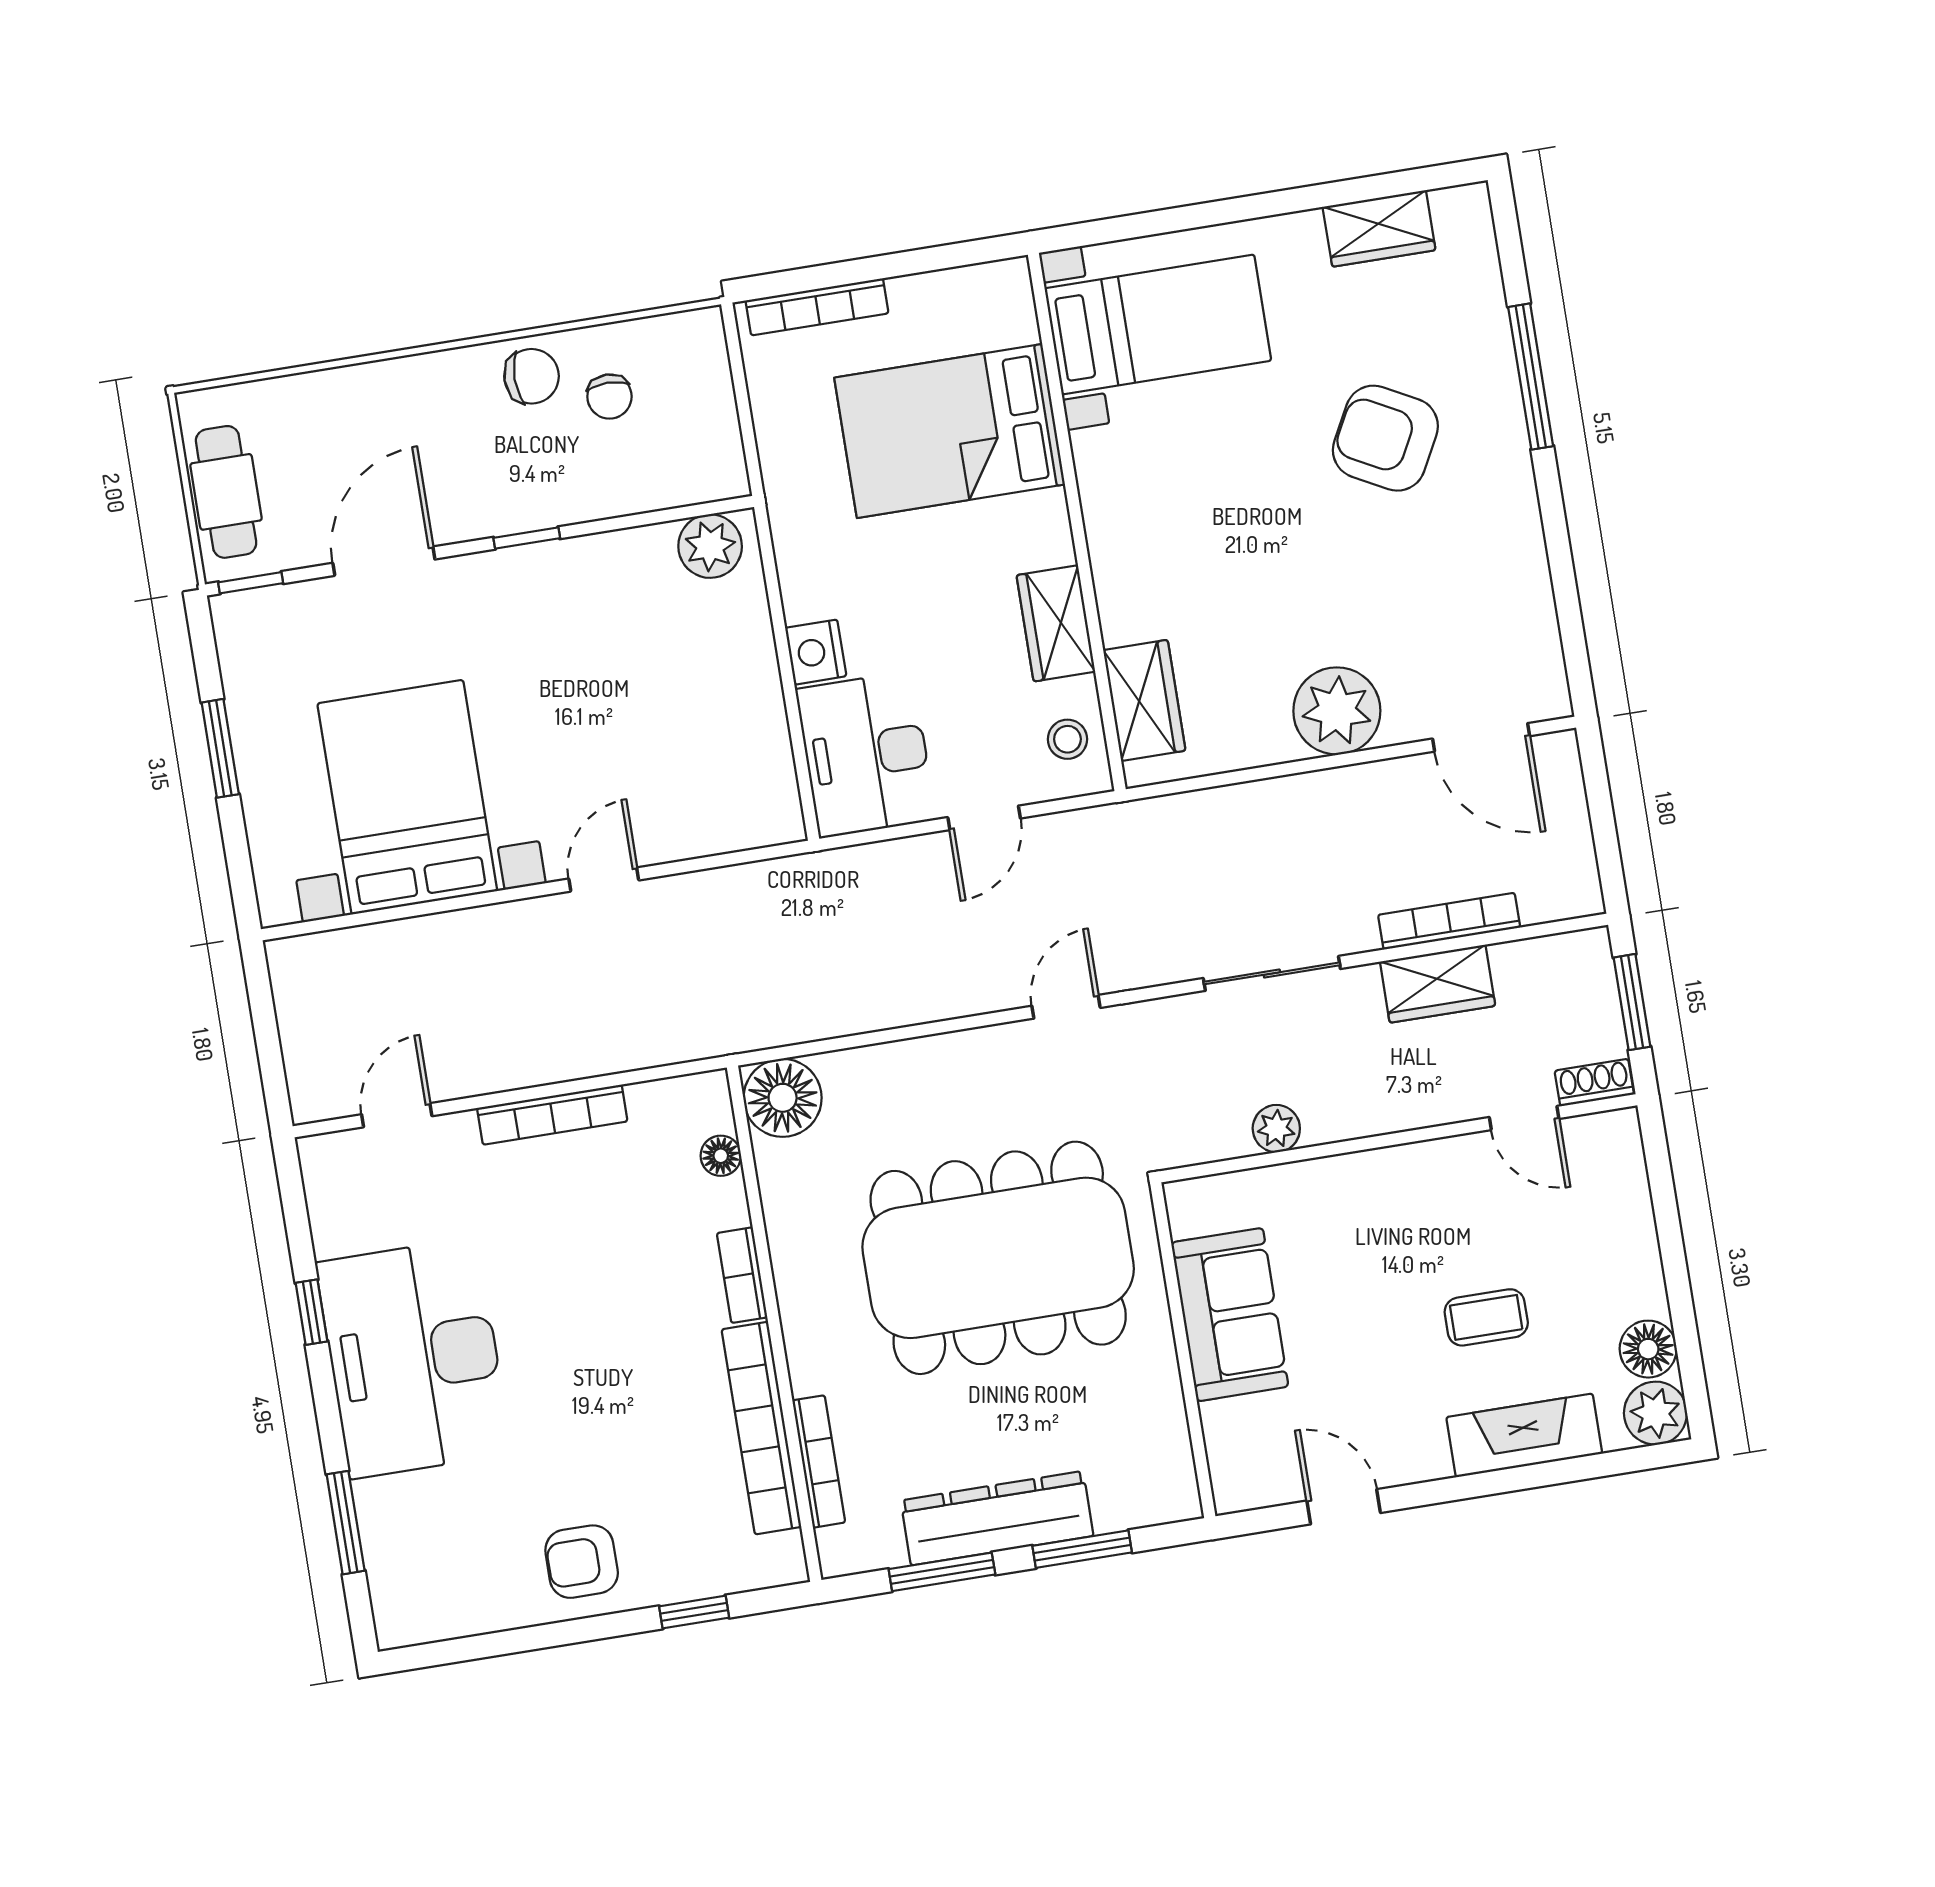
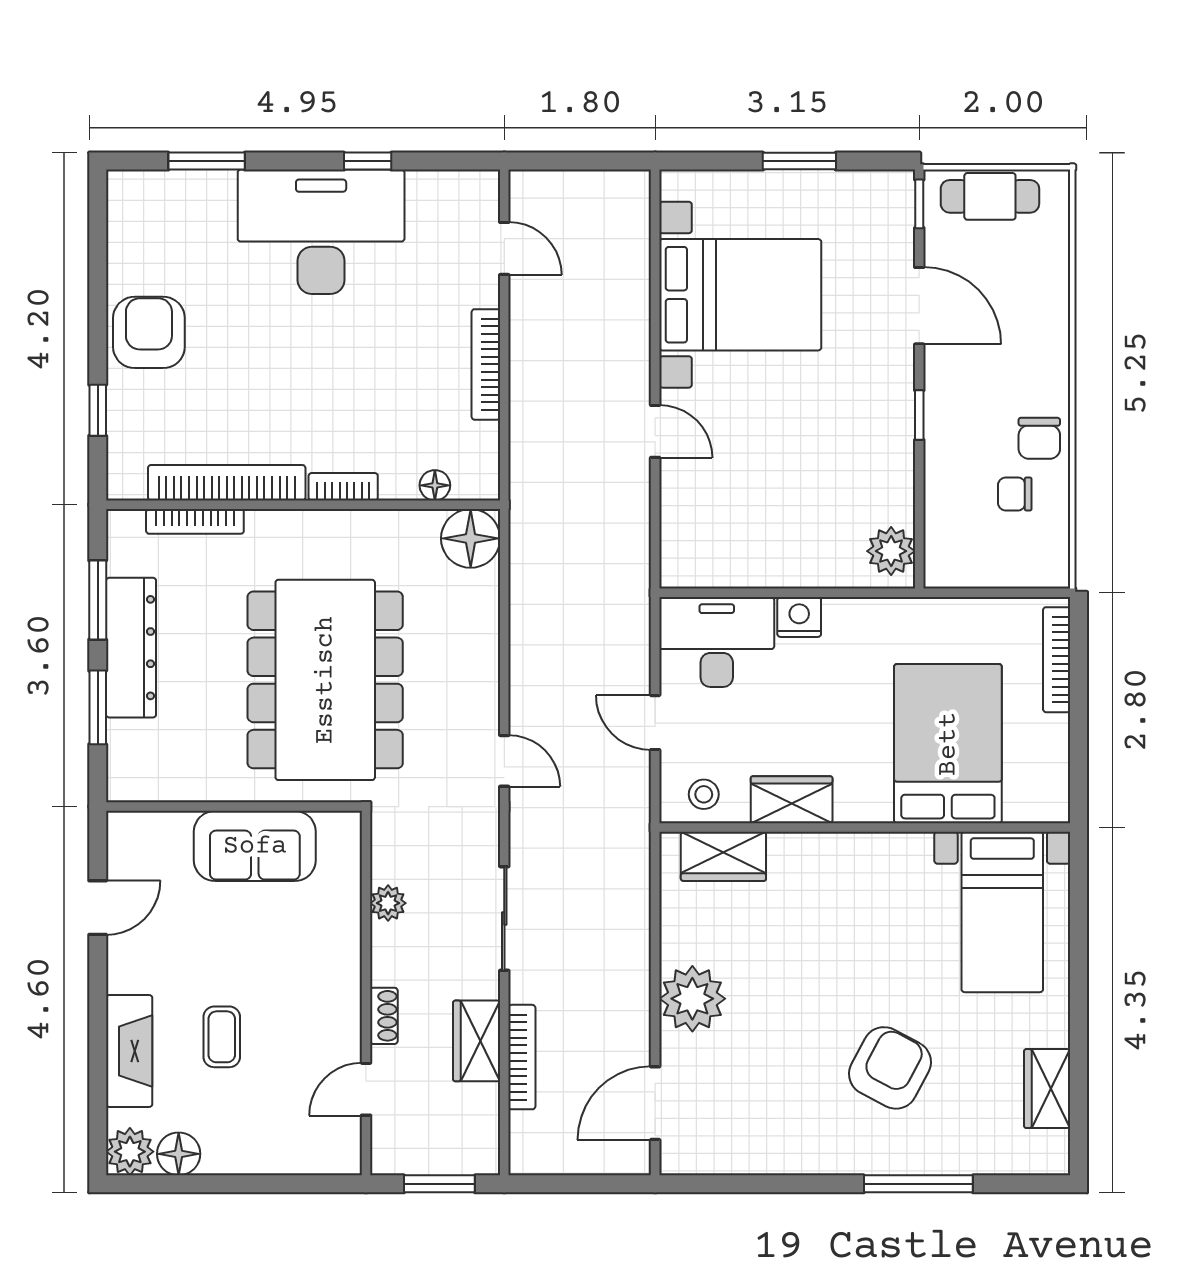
shoe rack: (1594, 1083) -> (384, 1016), moved
armchair: (582, 1562) -> (149, 332), width x1.38, depth x1.38

